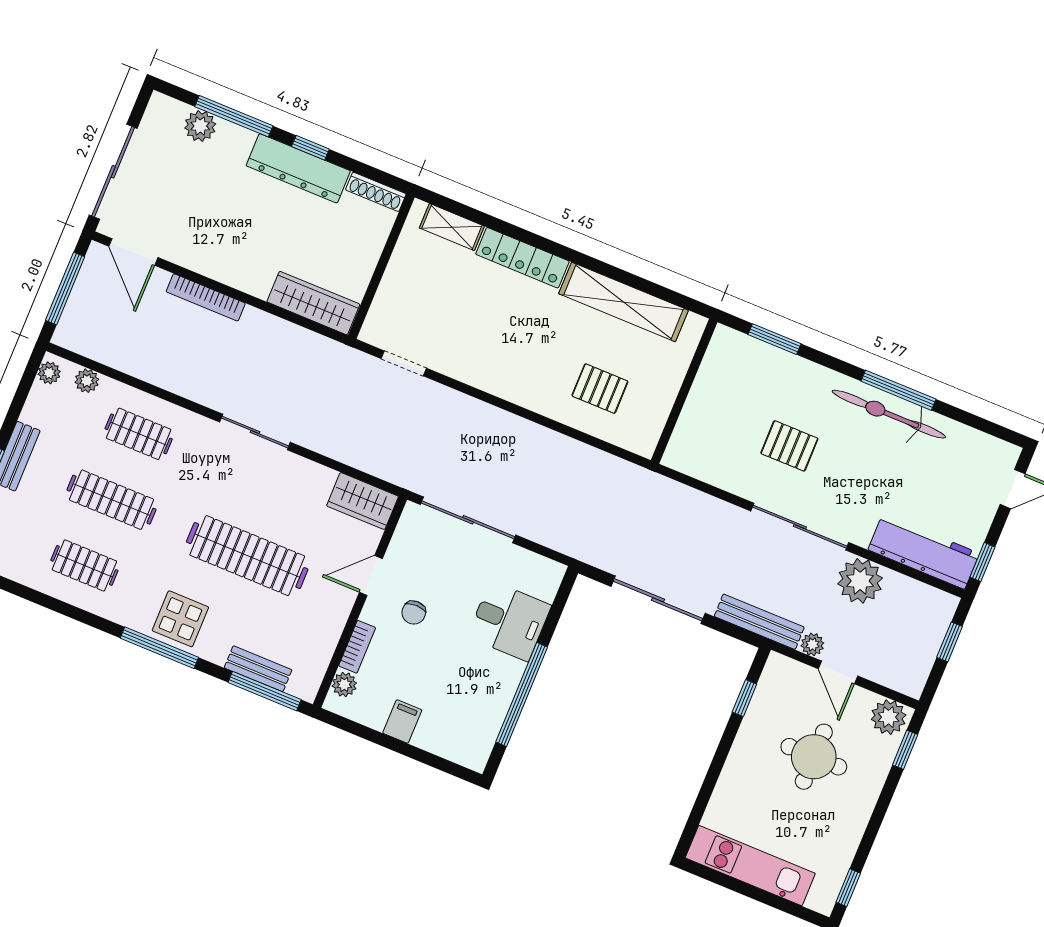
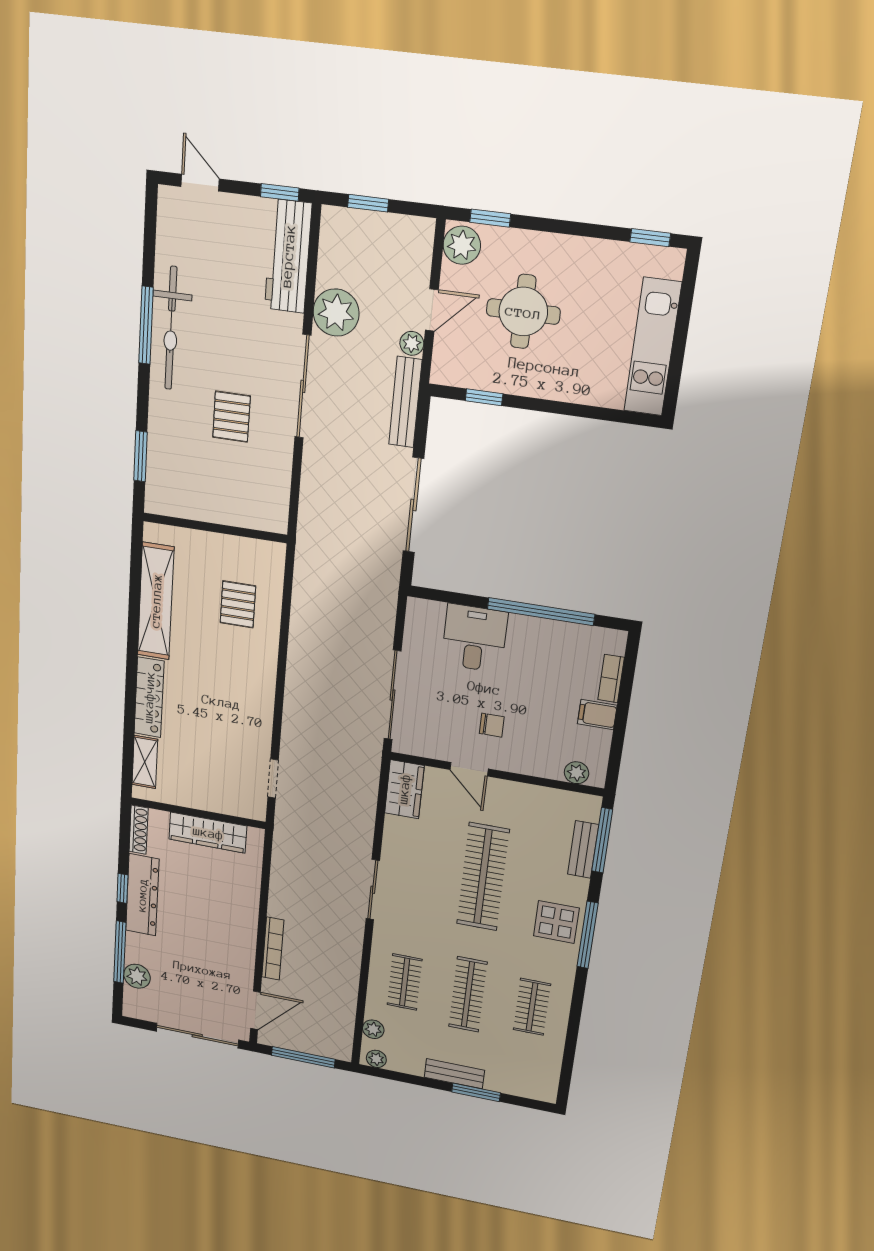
wardrobe: (313, 303) -> (208, 833), moved, turned -90
bookcase: (357, 647) -> (611, 679), moved, turned -90

